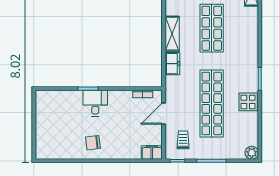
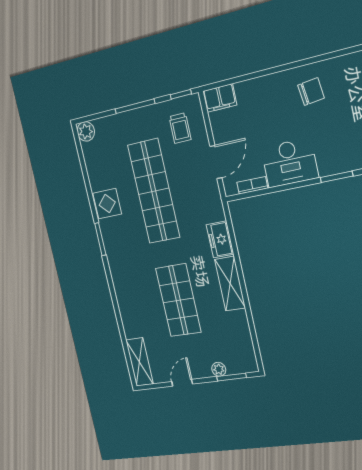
desk: (95, 103) -> (290, 163), moved, width x1.37

